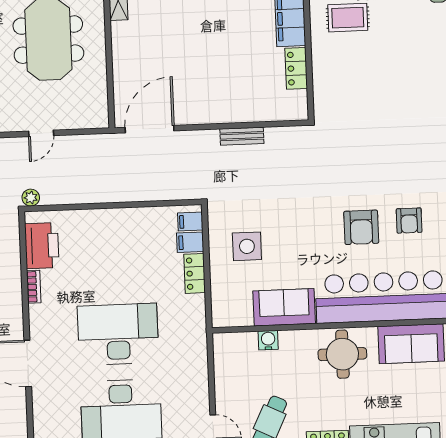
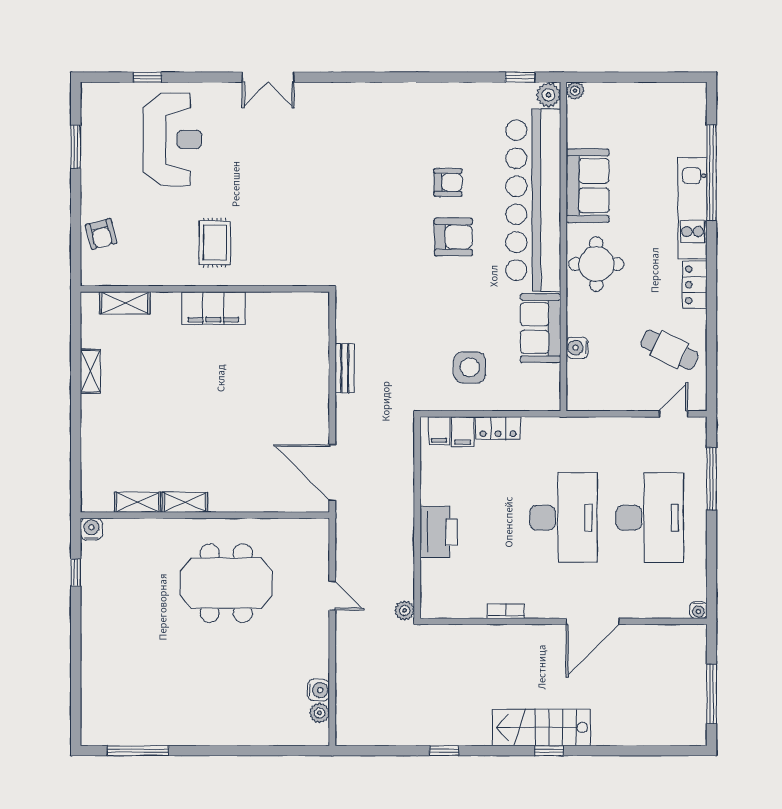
locker: (296, 68) -> (270, 304), removed
printer: (42, 246) -> (439, 532), moved, turned 90
desk: (118, 334) -> (563, 518), turned 180

